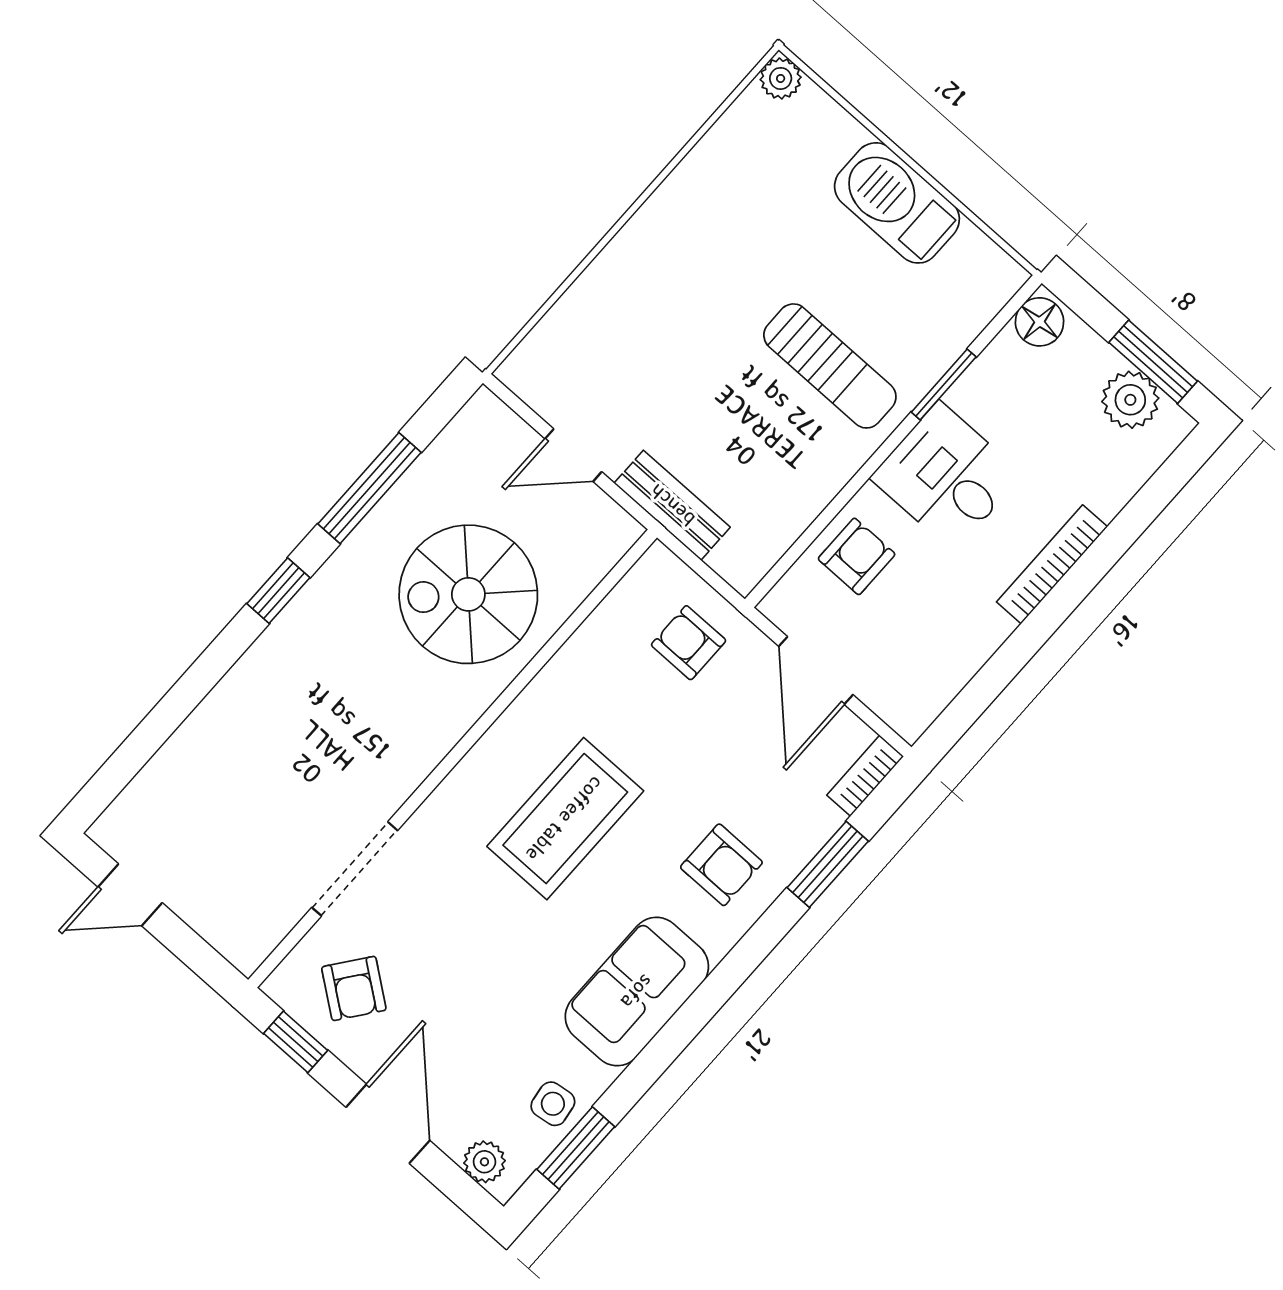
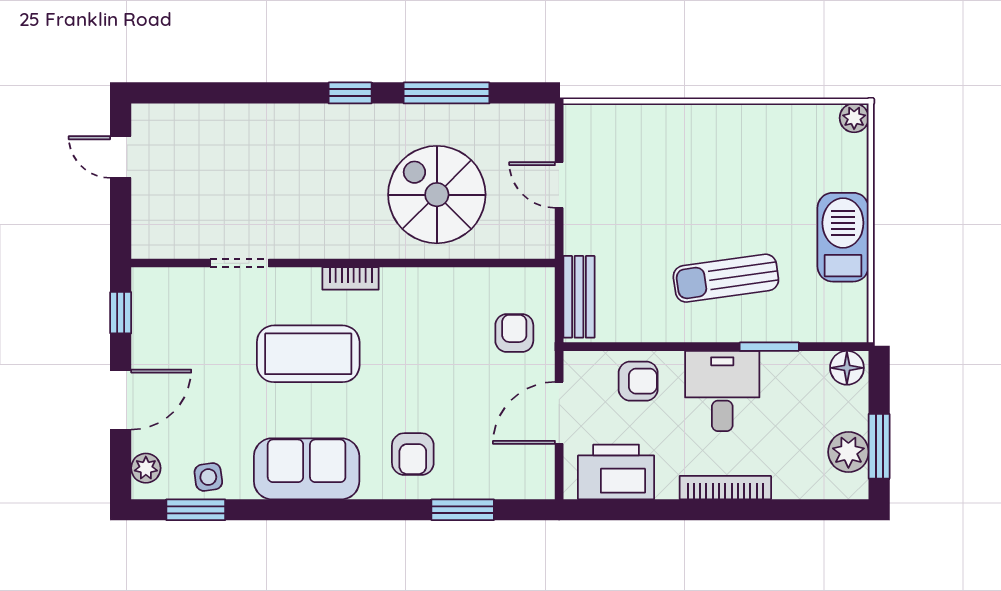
sun lounger: (830, 366) -> (726, 278), turned 82
bench: (672, 505) -> (579, 297), moved
printer: (932, 666) -> (616, 472), added
bookcase: (865, 776) -> (351, 278), moved, turned 180
coffee table: (565, 819) -> (308, 354), moved
doorway: (355, 869) -> (239, 263), width x0.73
armchair: (354, 988) -> (176, 318), removed

